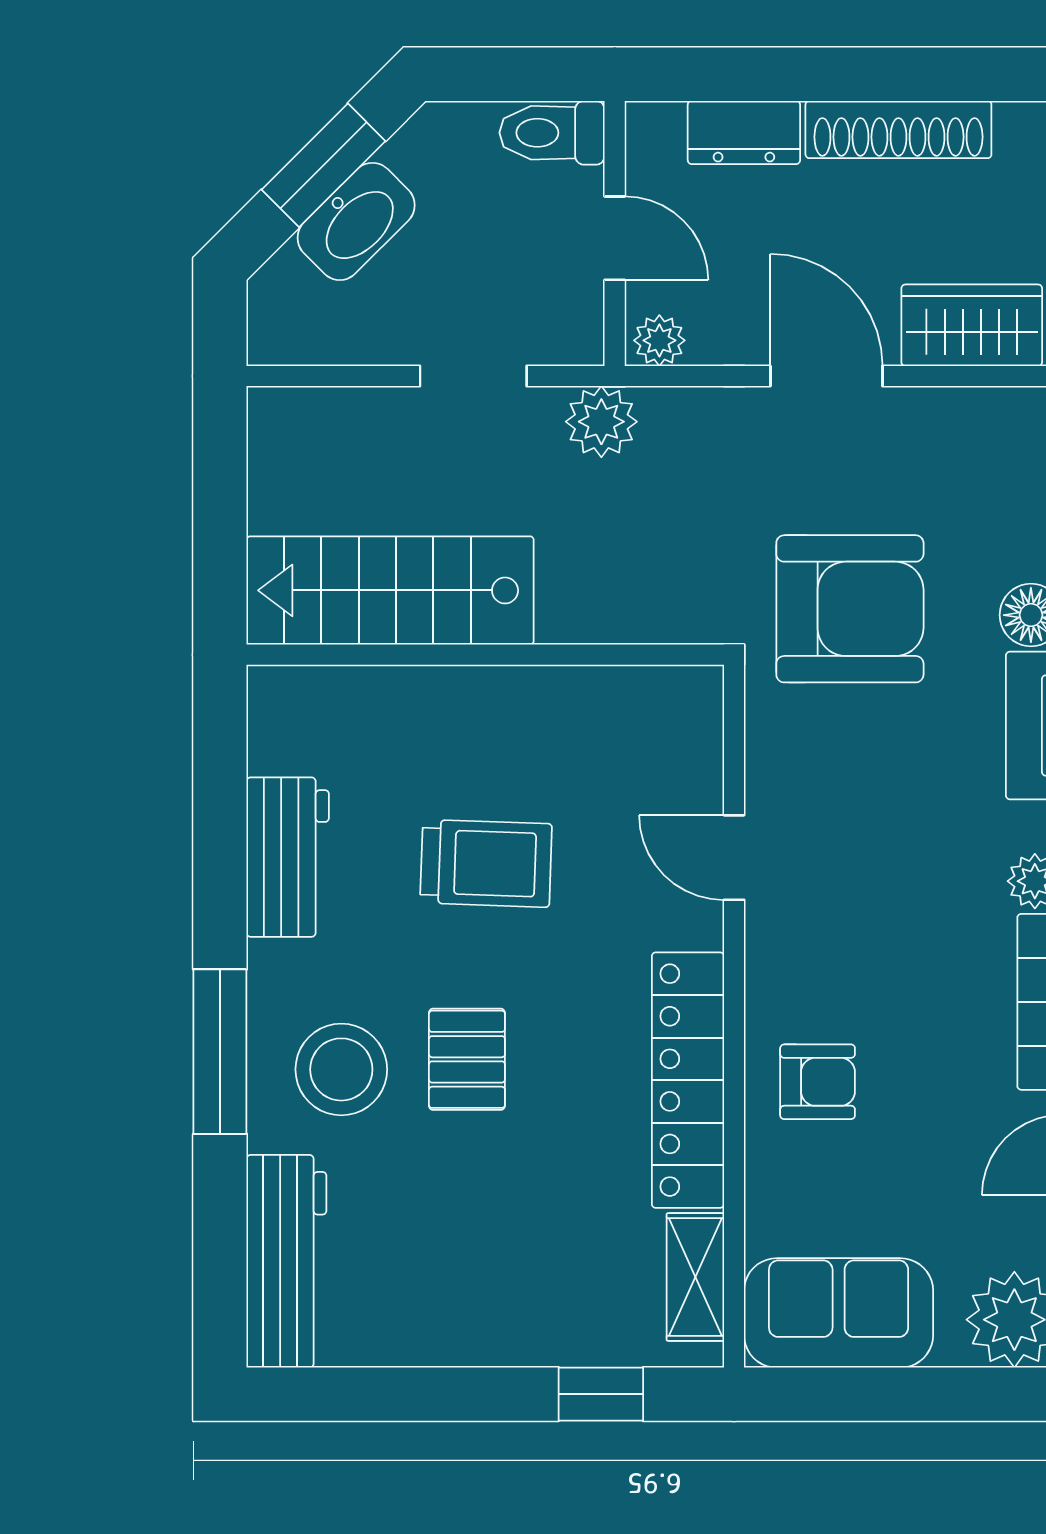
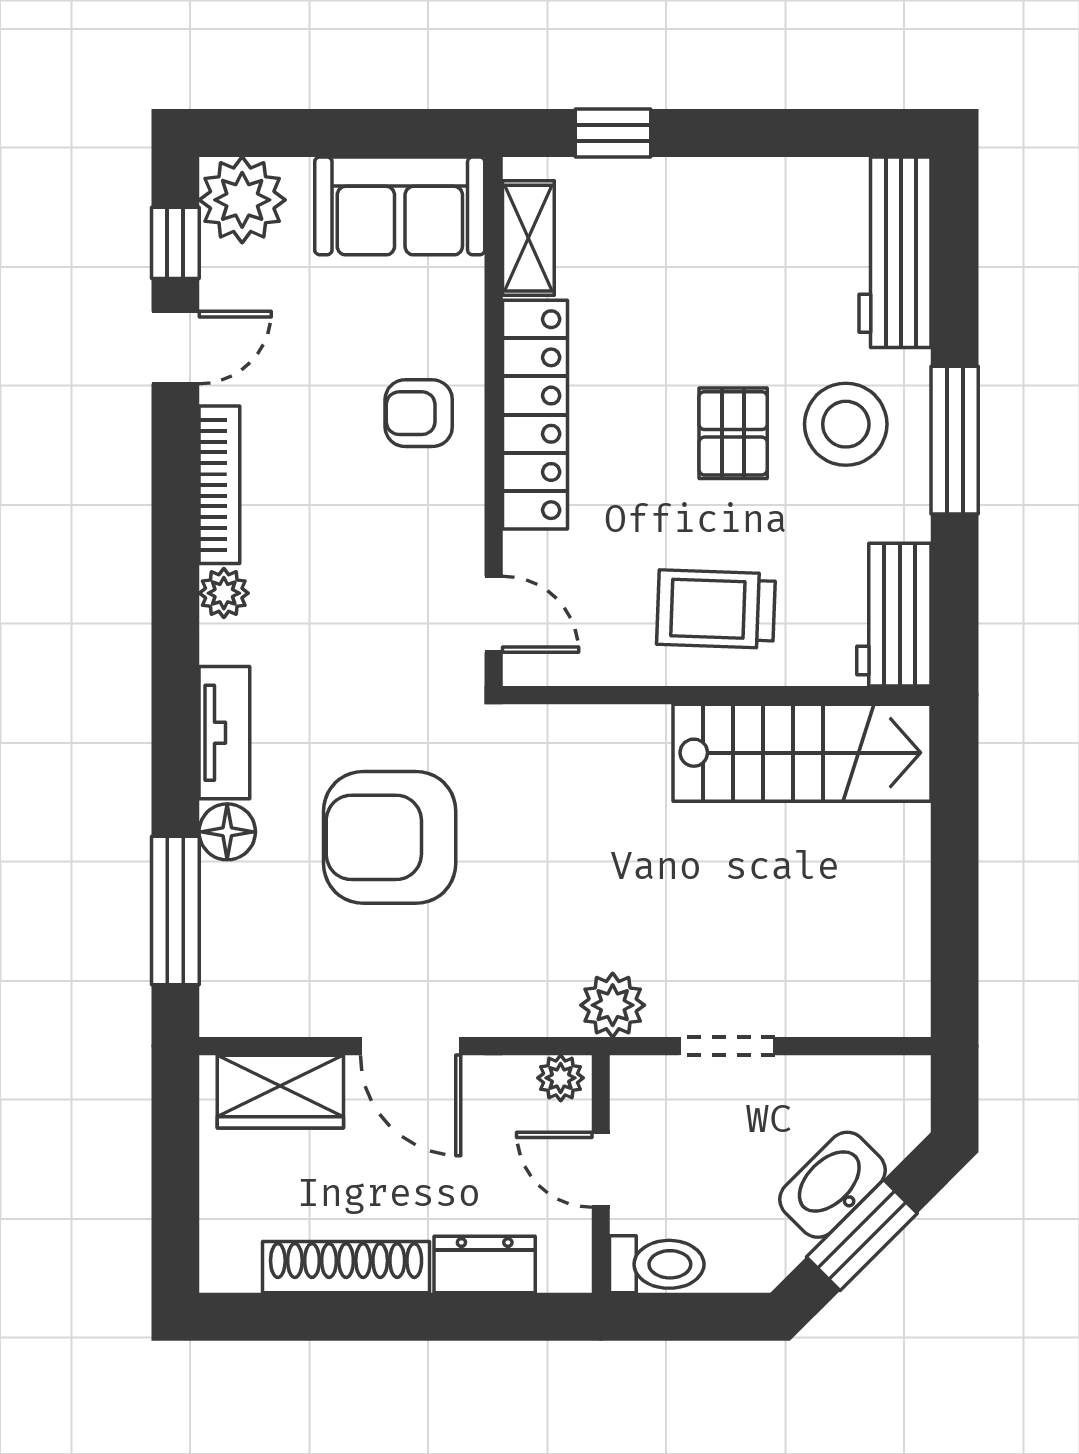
stairs: (390, 590) -> (802, 753), moved
wall: (485, 655) -> (717, 695), moved

